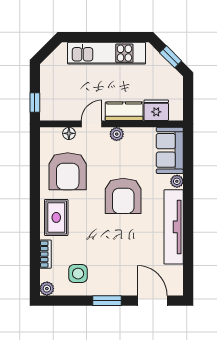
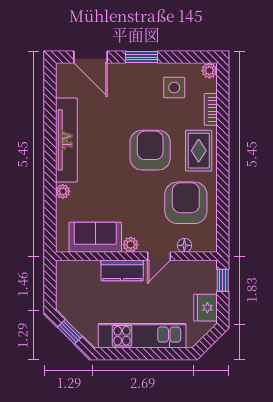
fridge: (156, 110) -> (205, 308), moved, turned 90
sofa: (170, 150) -> (95, 237), moved, turned -90
armchair: (123, 196) -> (150, 150), moved

